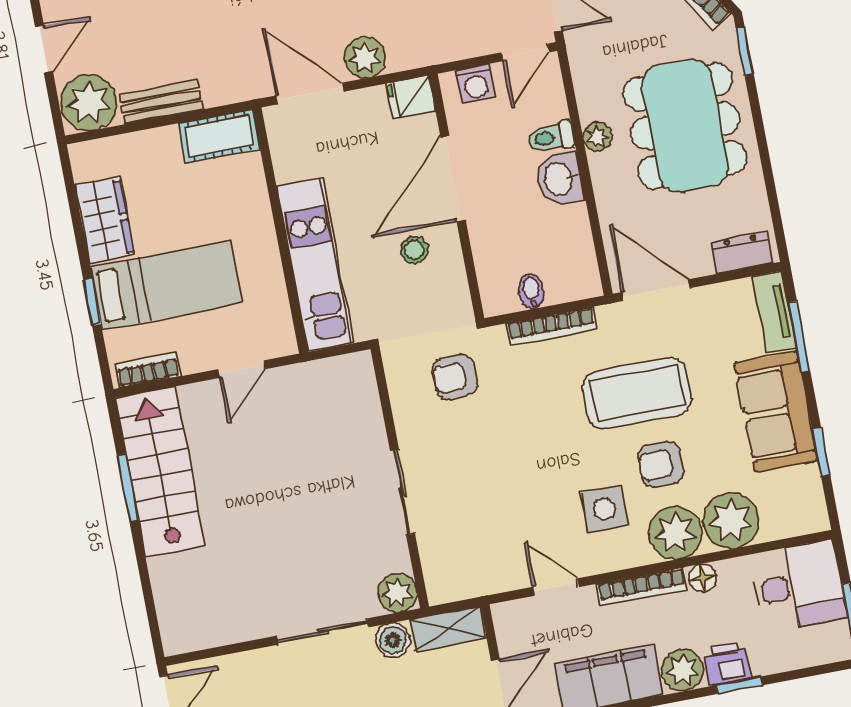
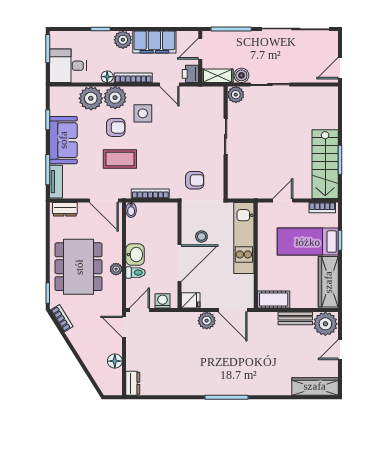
wardrobe: (105, 221) -> (328, 282), width x1.50
bidet: (531, 291) -> (131, 210), moved
coffee table: (637, 393) -> (120, 159), width x0.73, depth x0.76
printer: (727, 664) -> (190, 74), moved, turned 90

